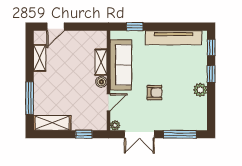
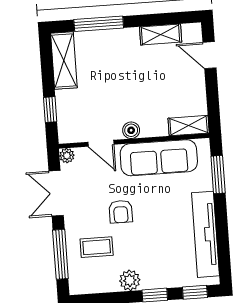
window: (135, 27) -> (218, 175), width x1.50
shelving: (101, 62) -> (189, 126), moved
coffee table: (177, 110) -> (97, 247), added

